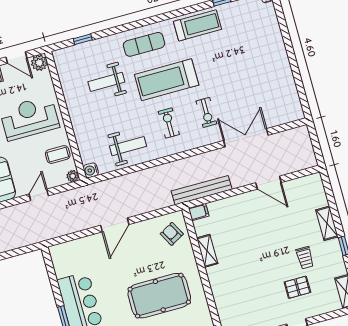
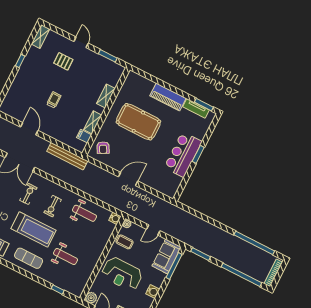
weight bench: (128, 146) -> (84, 213), turned 180
filing cabinet: (199, 212) -> (84, 136), moved
shelving: (327, 223) -> (106, 96), moved
trolley: (305, 258) -> (54, 100), moved

